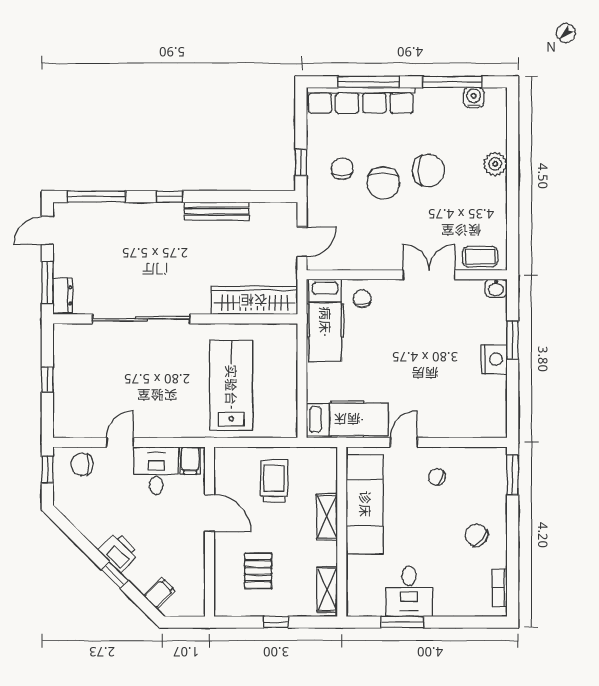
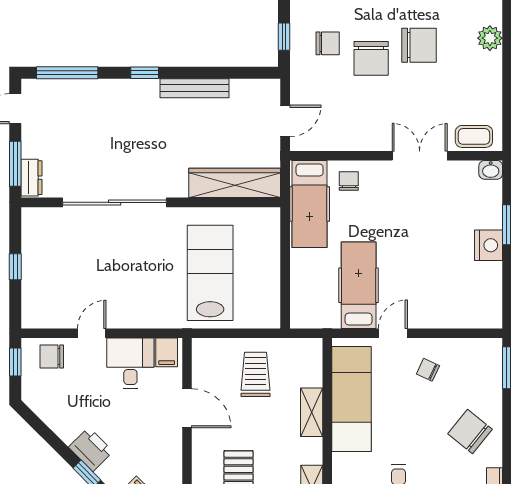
chair: (342, 169) -> (328, 43), turned 90
hospital bed: (347, 419) -> (359, 285), moved, turned -90
chair: (476, 535) -> (470, 432), width x1.37, depth x1.37

